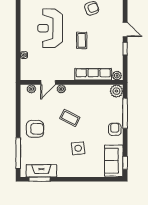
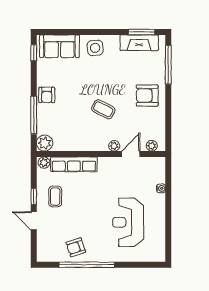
reception desk: (50, 28) -> (128, 222), turned 180
coffee table: (82, 40) -> (55, 196), moved
side table: (78, 148) -> (95, 48), moved
sofa: (114, 161) -> (59, 46), moved, turned 90

